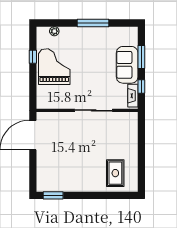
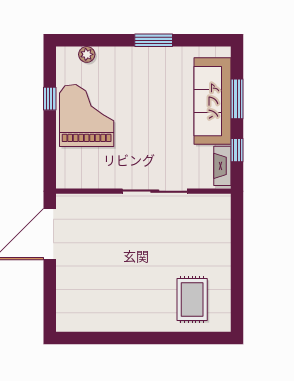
window: (93, 23) -> (154, 40), width x0.69
sofa: (127, 65) -> (212, 101), width x1.36
window: (53, 195) -> (85, 338), removed

